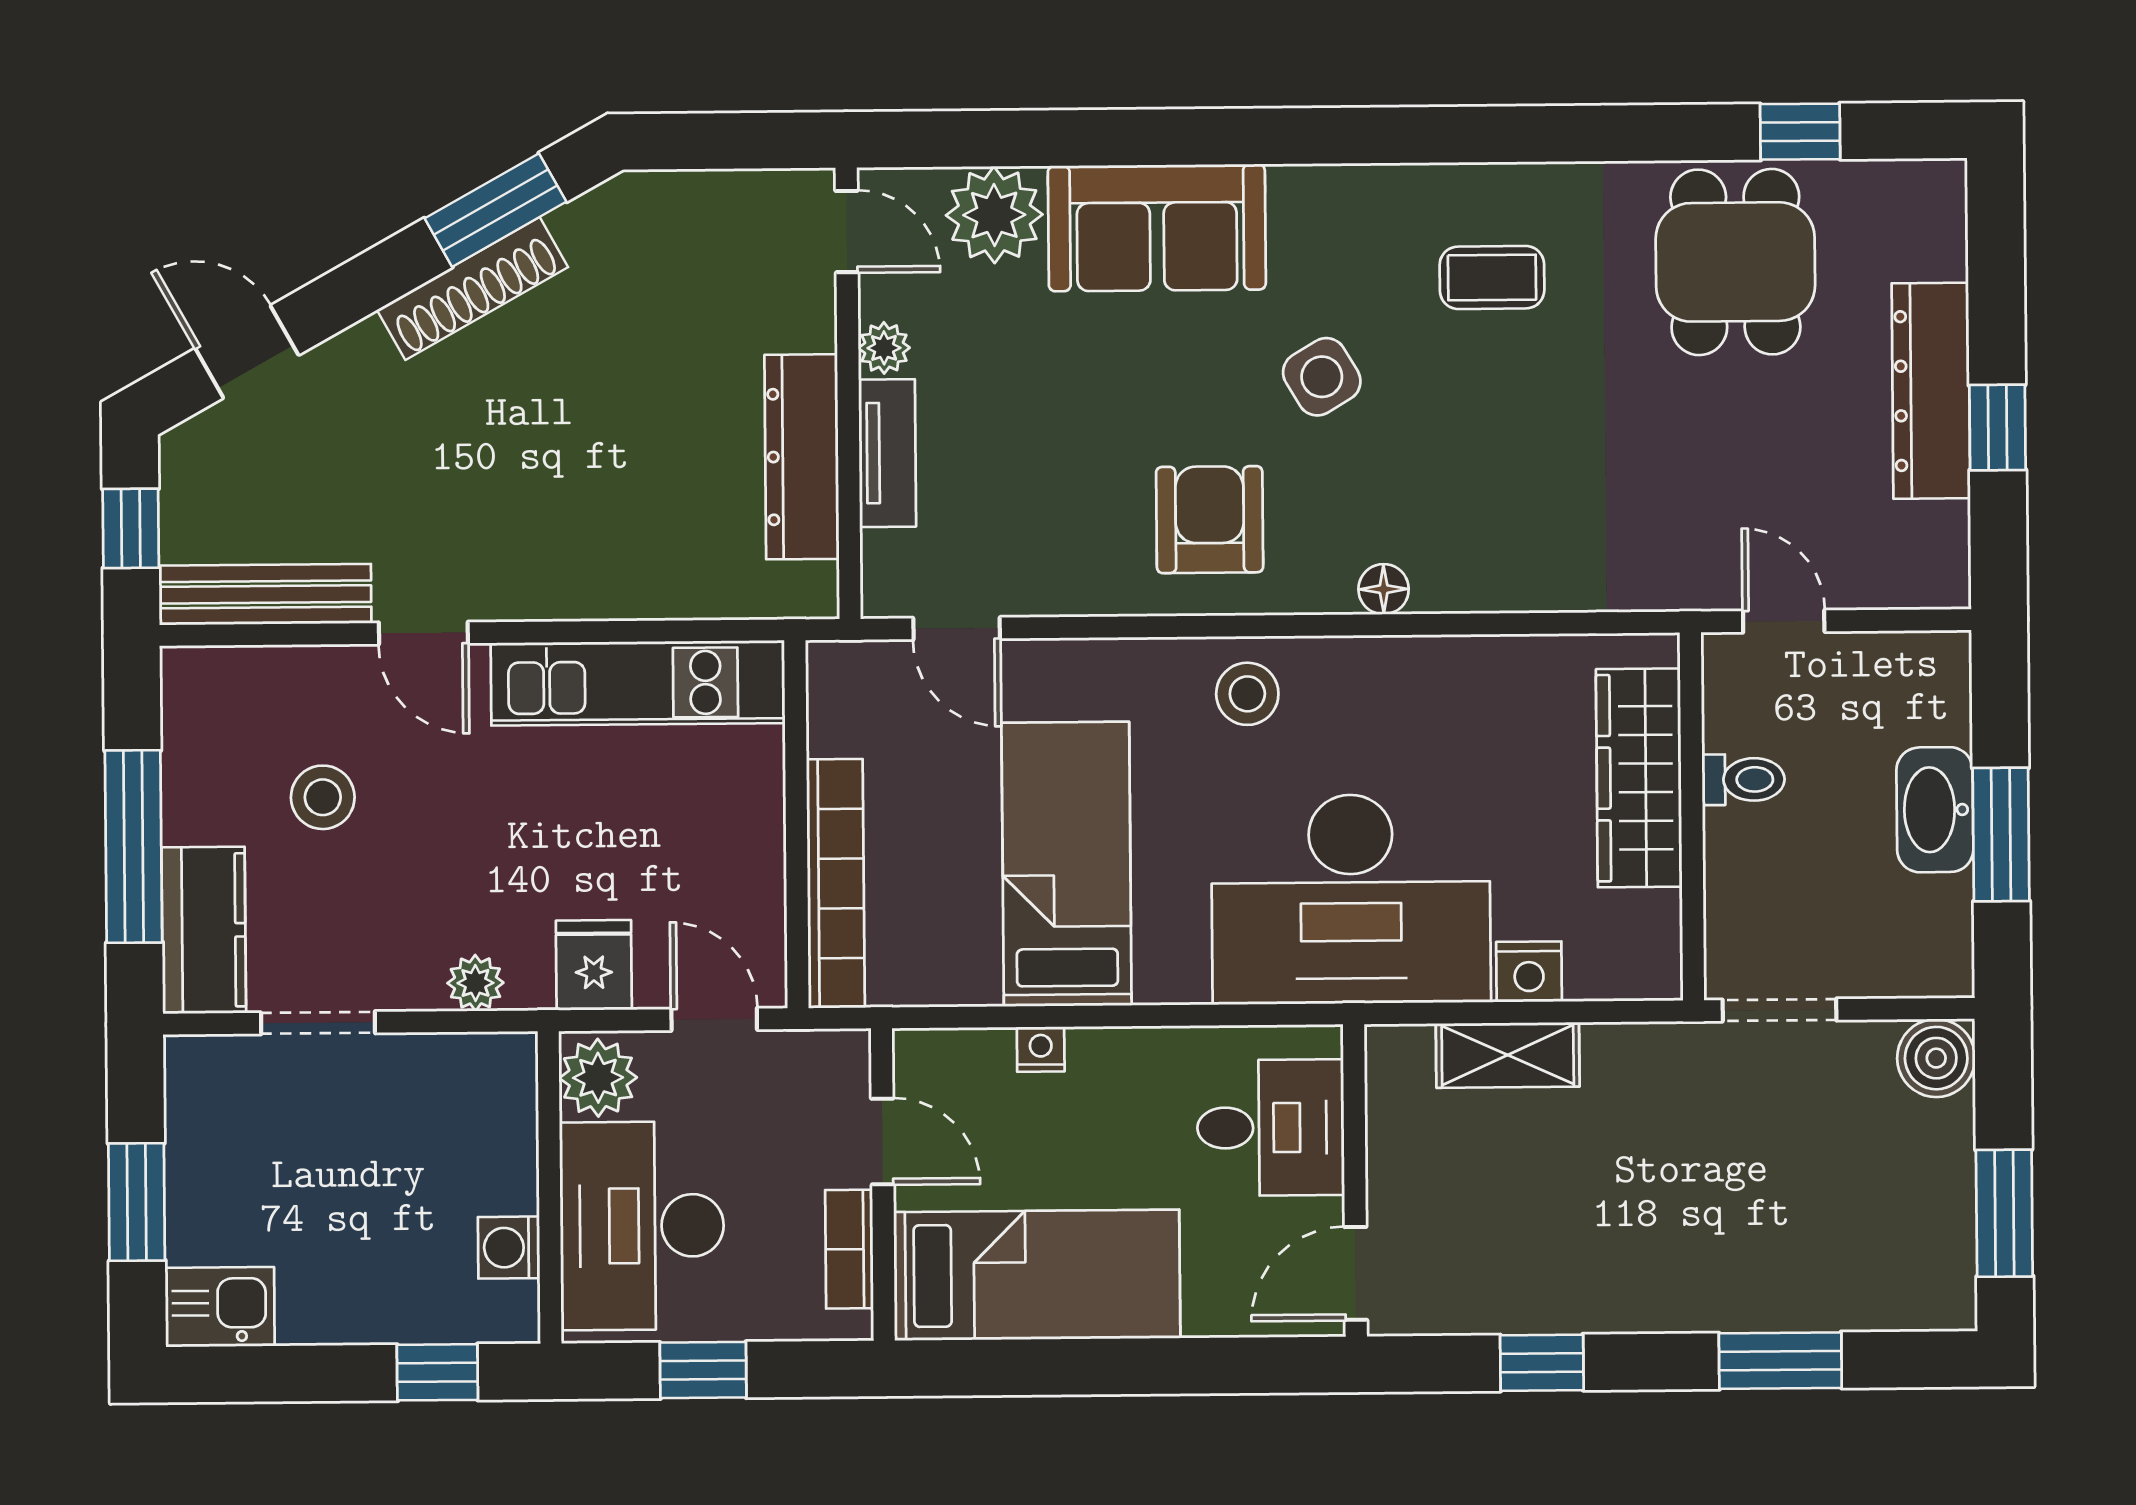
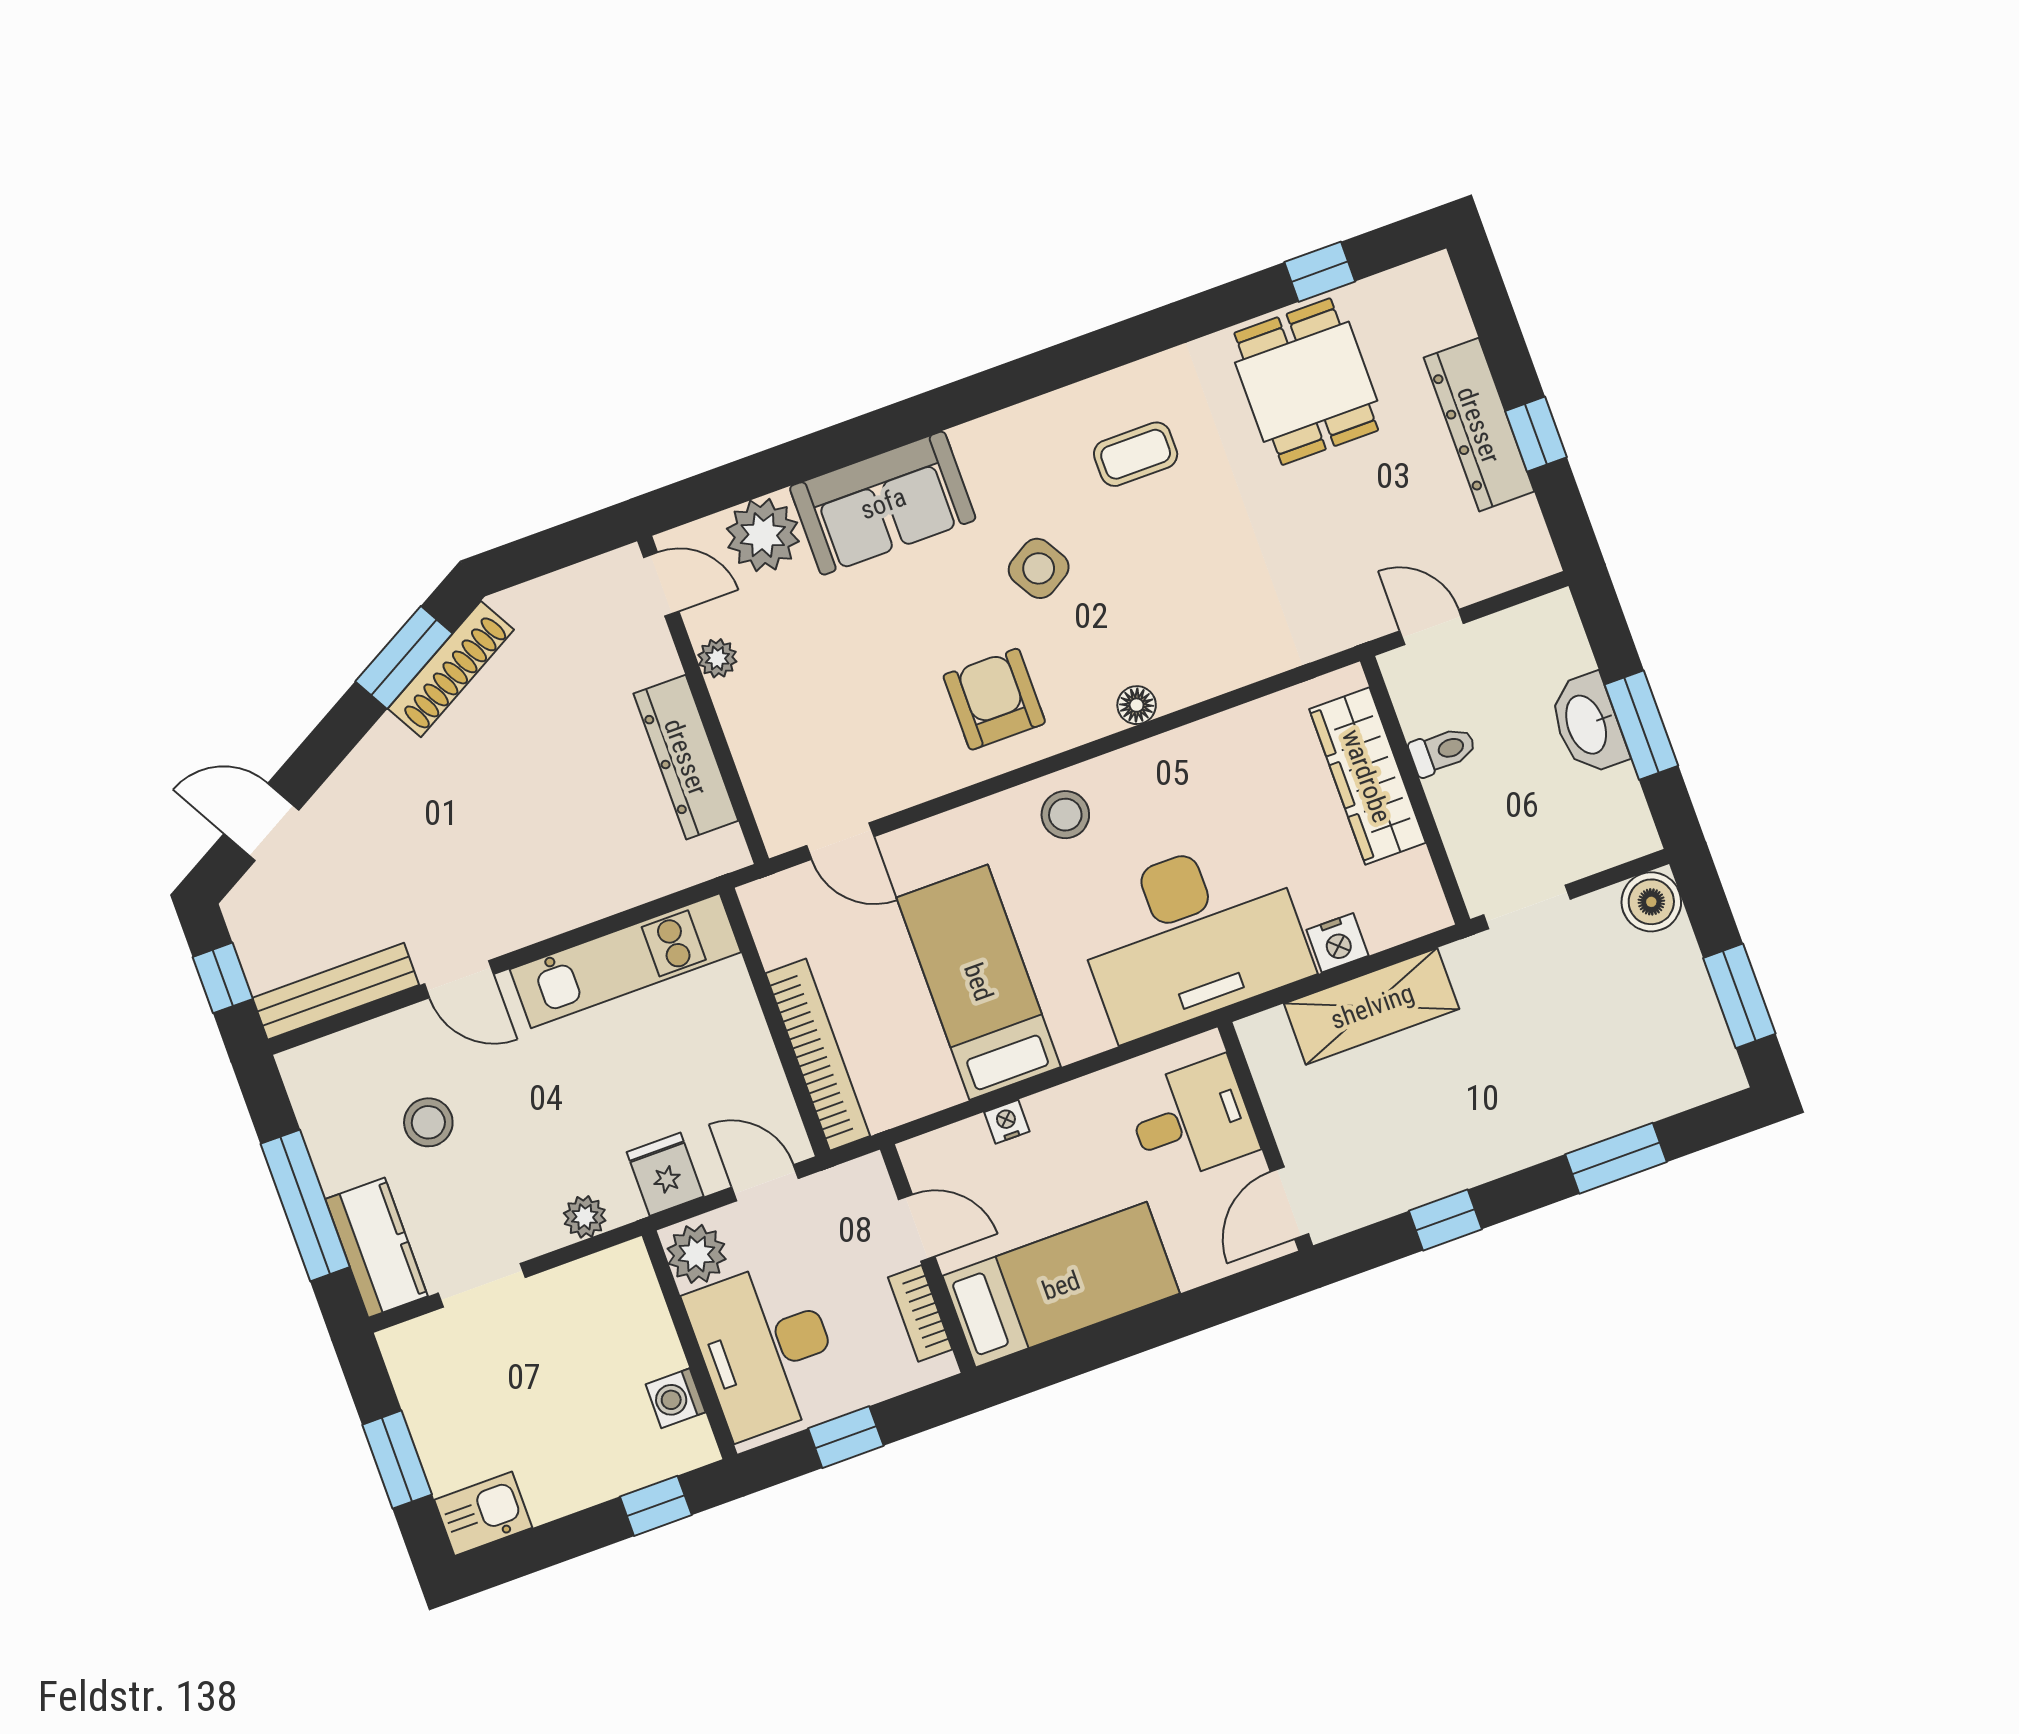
shoe rack: (472, 288) -> (451, 669), moved
tv unit: (887, 453) -> (746, 733), removed
shelving: (1508, 1055) -> (1372, 1006), width x1.50, depth x1.33

